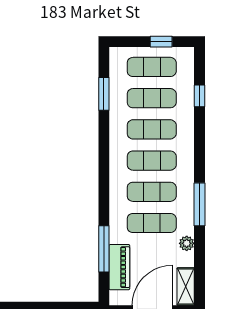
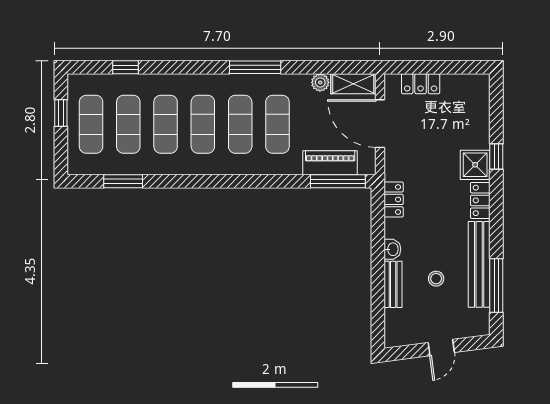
plant: (187, 243) -> (320, 82), moved
window: (104, 249) -> (338, 181), moved

